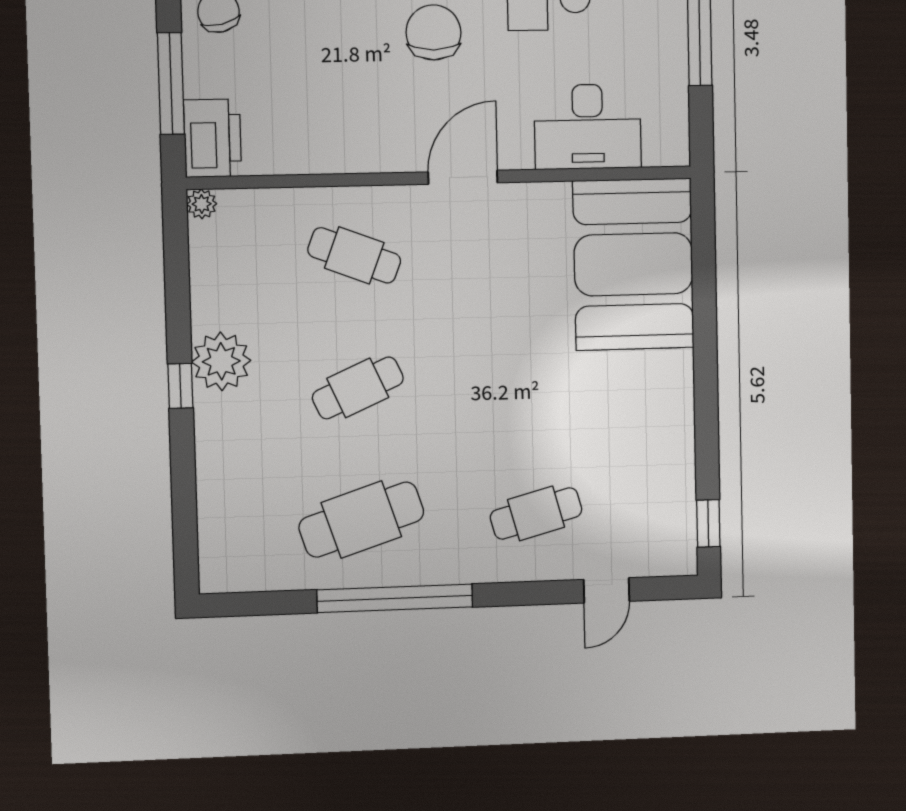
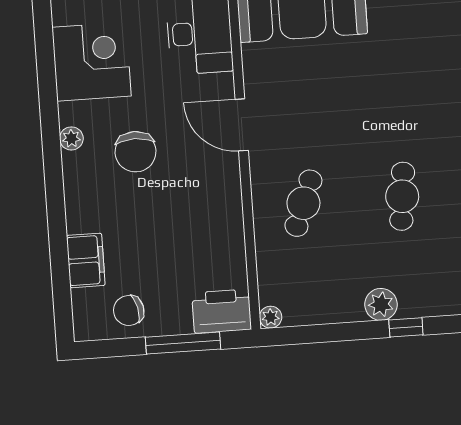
chair: (433, 32) -> (136, 152), turned -90
plant: (221, 361) -> (381, 304), width x0.73, depth x0.73
cafe table: (358, 388) -> (402, 196), turned 30

